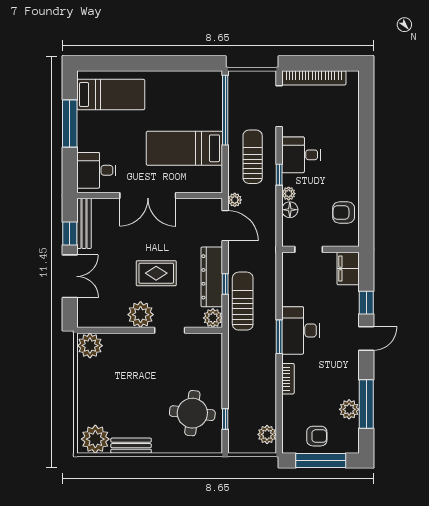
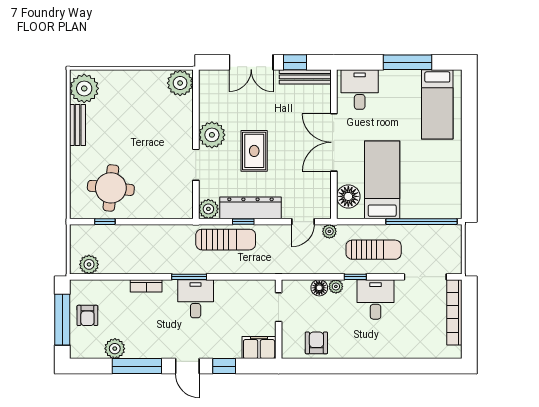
floor lamp: (201, 181) -> (348, 196), added
door: (225, 226) -> (303, 222), width x0.73
desk: (300, 330) -> (196, 299), width x0.73
window: (366, 404) -> (137, 366), moved

